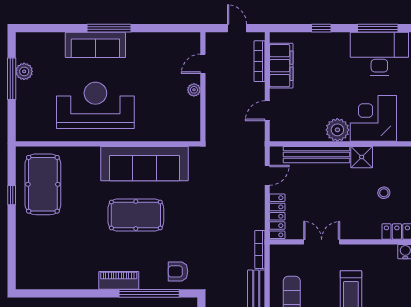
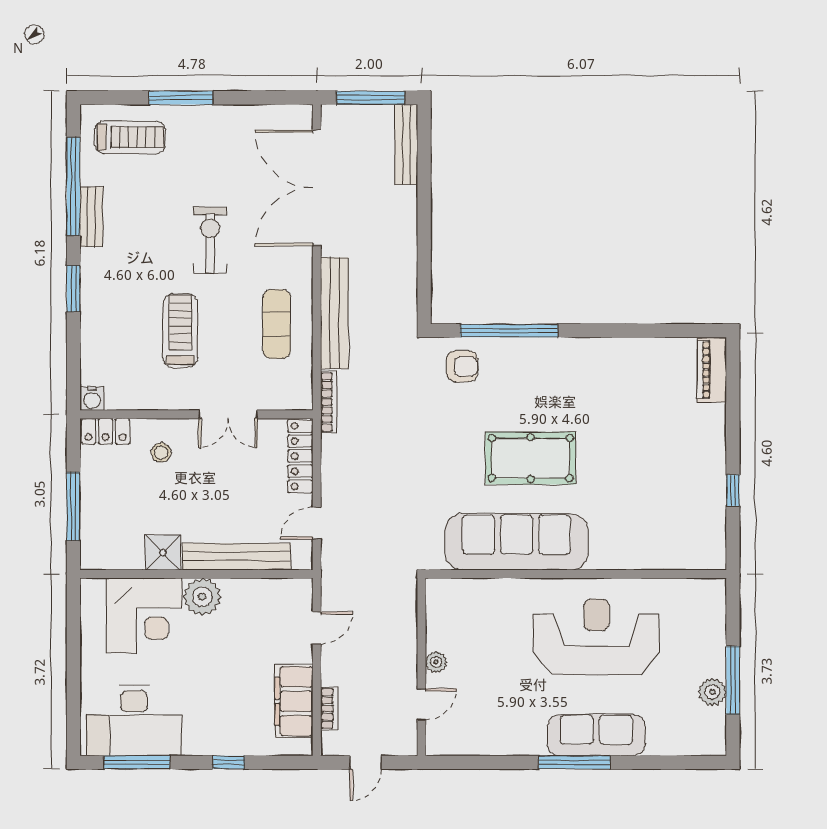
door: (237, 28) -> (366, 762), hinge flipped
bookcase: (259, 61) -> (329, 709), width x0.64
reception desk: (95, 105) -> (596, 637), turned 180
pool table: (43, 184) -> (682, 508), removed
stool: (384, 193) -> (161, 453), moved
piano: (119, 280) -> (712, 370), moved, turned 90

